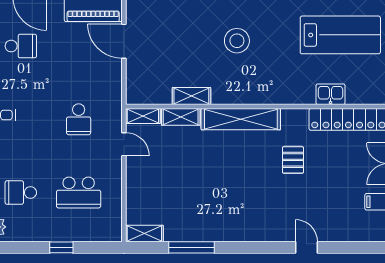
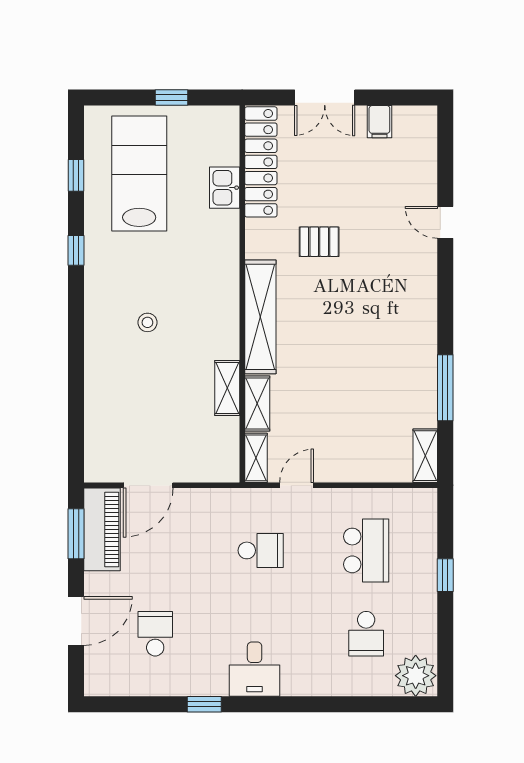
stool: (237, 41) -> (147, 322), width x0.53, depth x0.53
door: (306, 247) -> (445, 222), hinge flipped

